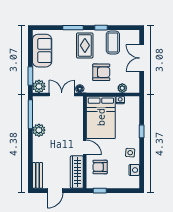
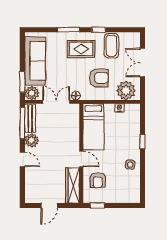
rug: (85, 45) -> (81, 49), turned 90
sofa: (42, 51) -> (35, 61), width x1.36
plant: (122, 88) -> (126, 91), width x1.87, depth x1.87
bed: (101, 117) -> (93, 127), width x0.67
door: (30, 148) -> (22, 159), added
armchair: (100, 167) -> (98, 180), turned -90
nightstand: (134, 170) -> (134, 183), removed
bench: (37, 175) -> (30, 119), moved

